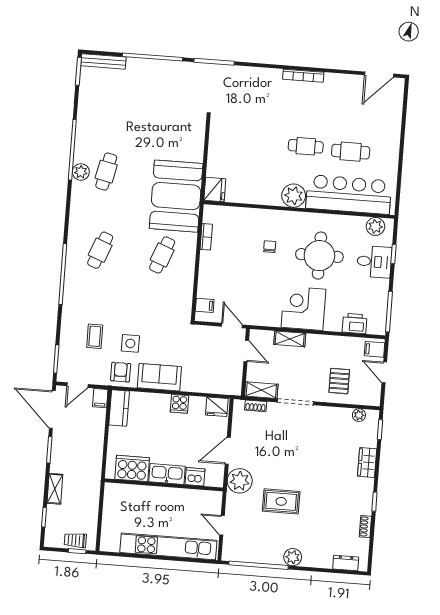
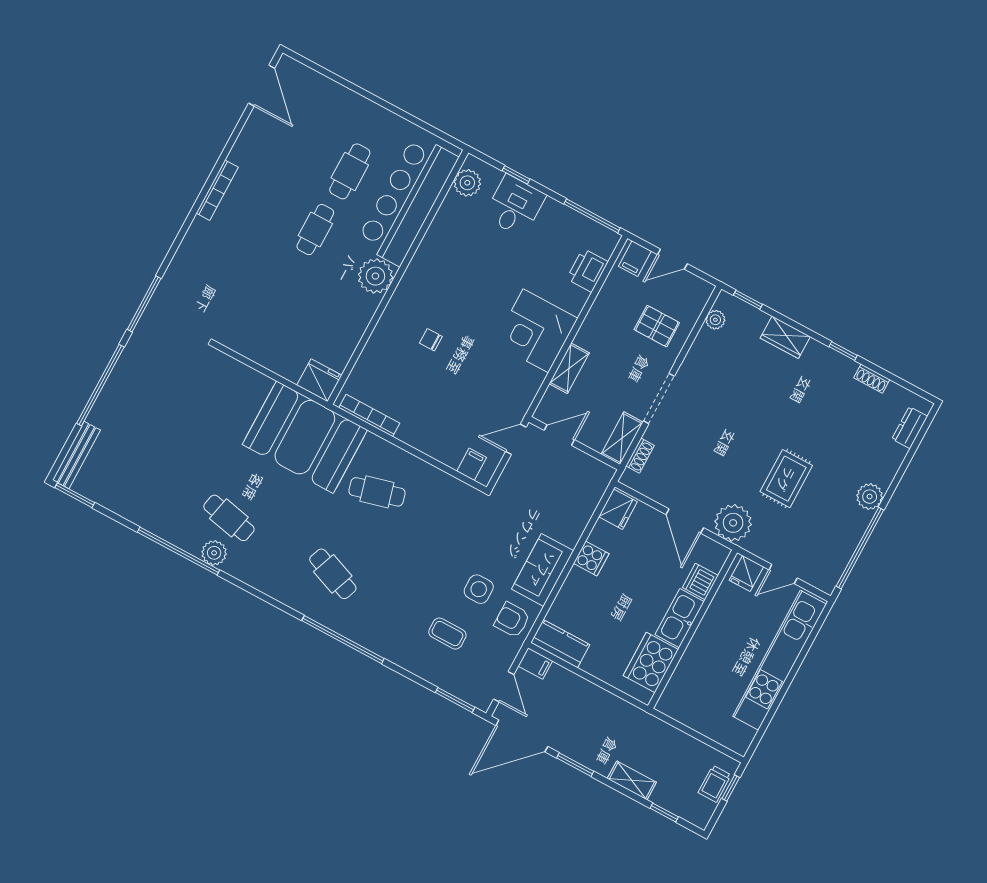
bookcase: (206, 237) -> (369, 415), width x1.56
cafe table: (162, 255) -> (377, 492), turned -36
round table: (319, 256) -> (473, 277), removed
fridge: (212, 503) -> (746, 573), added

